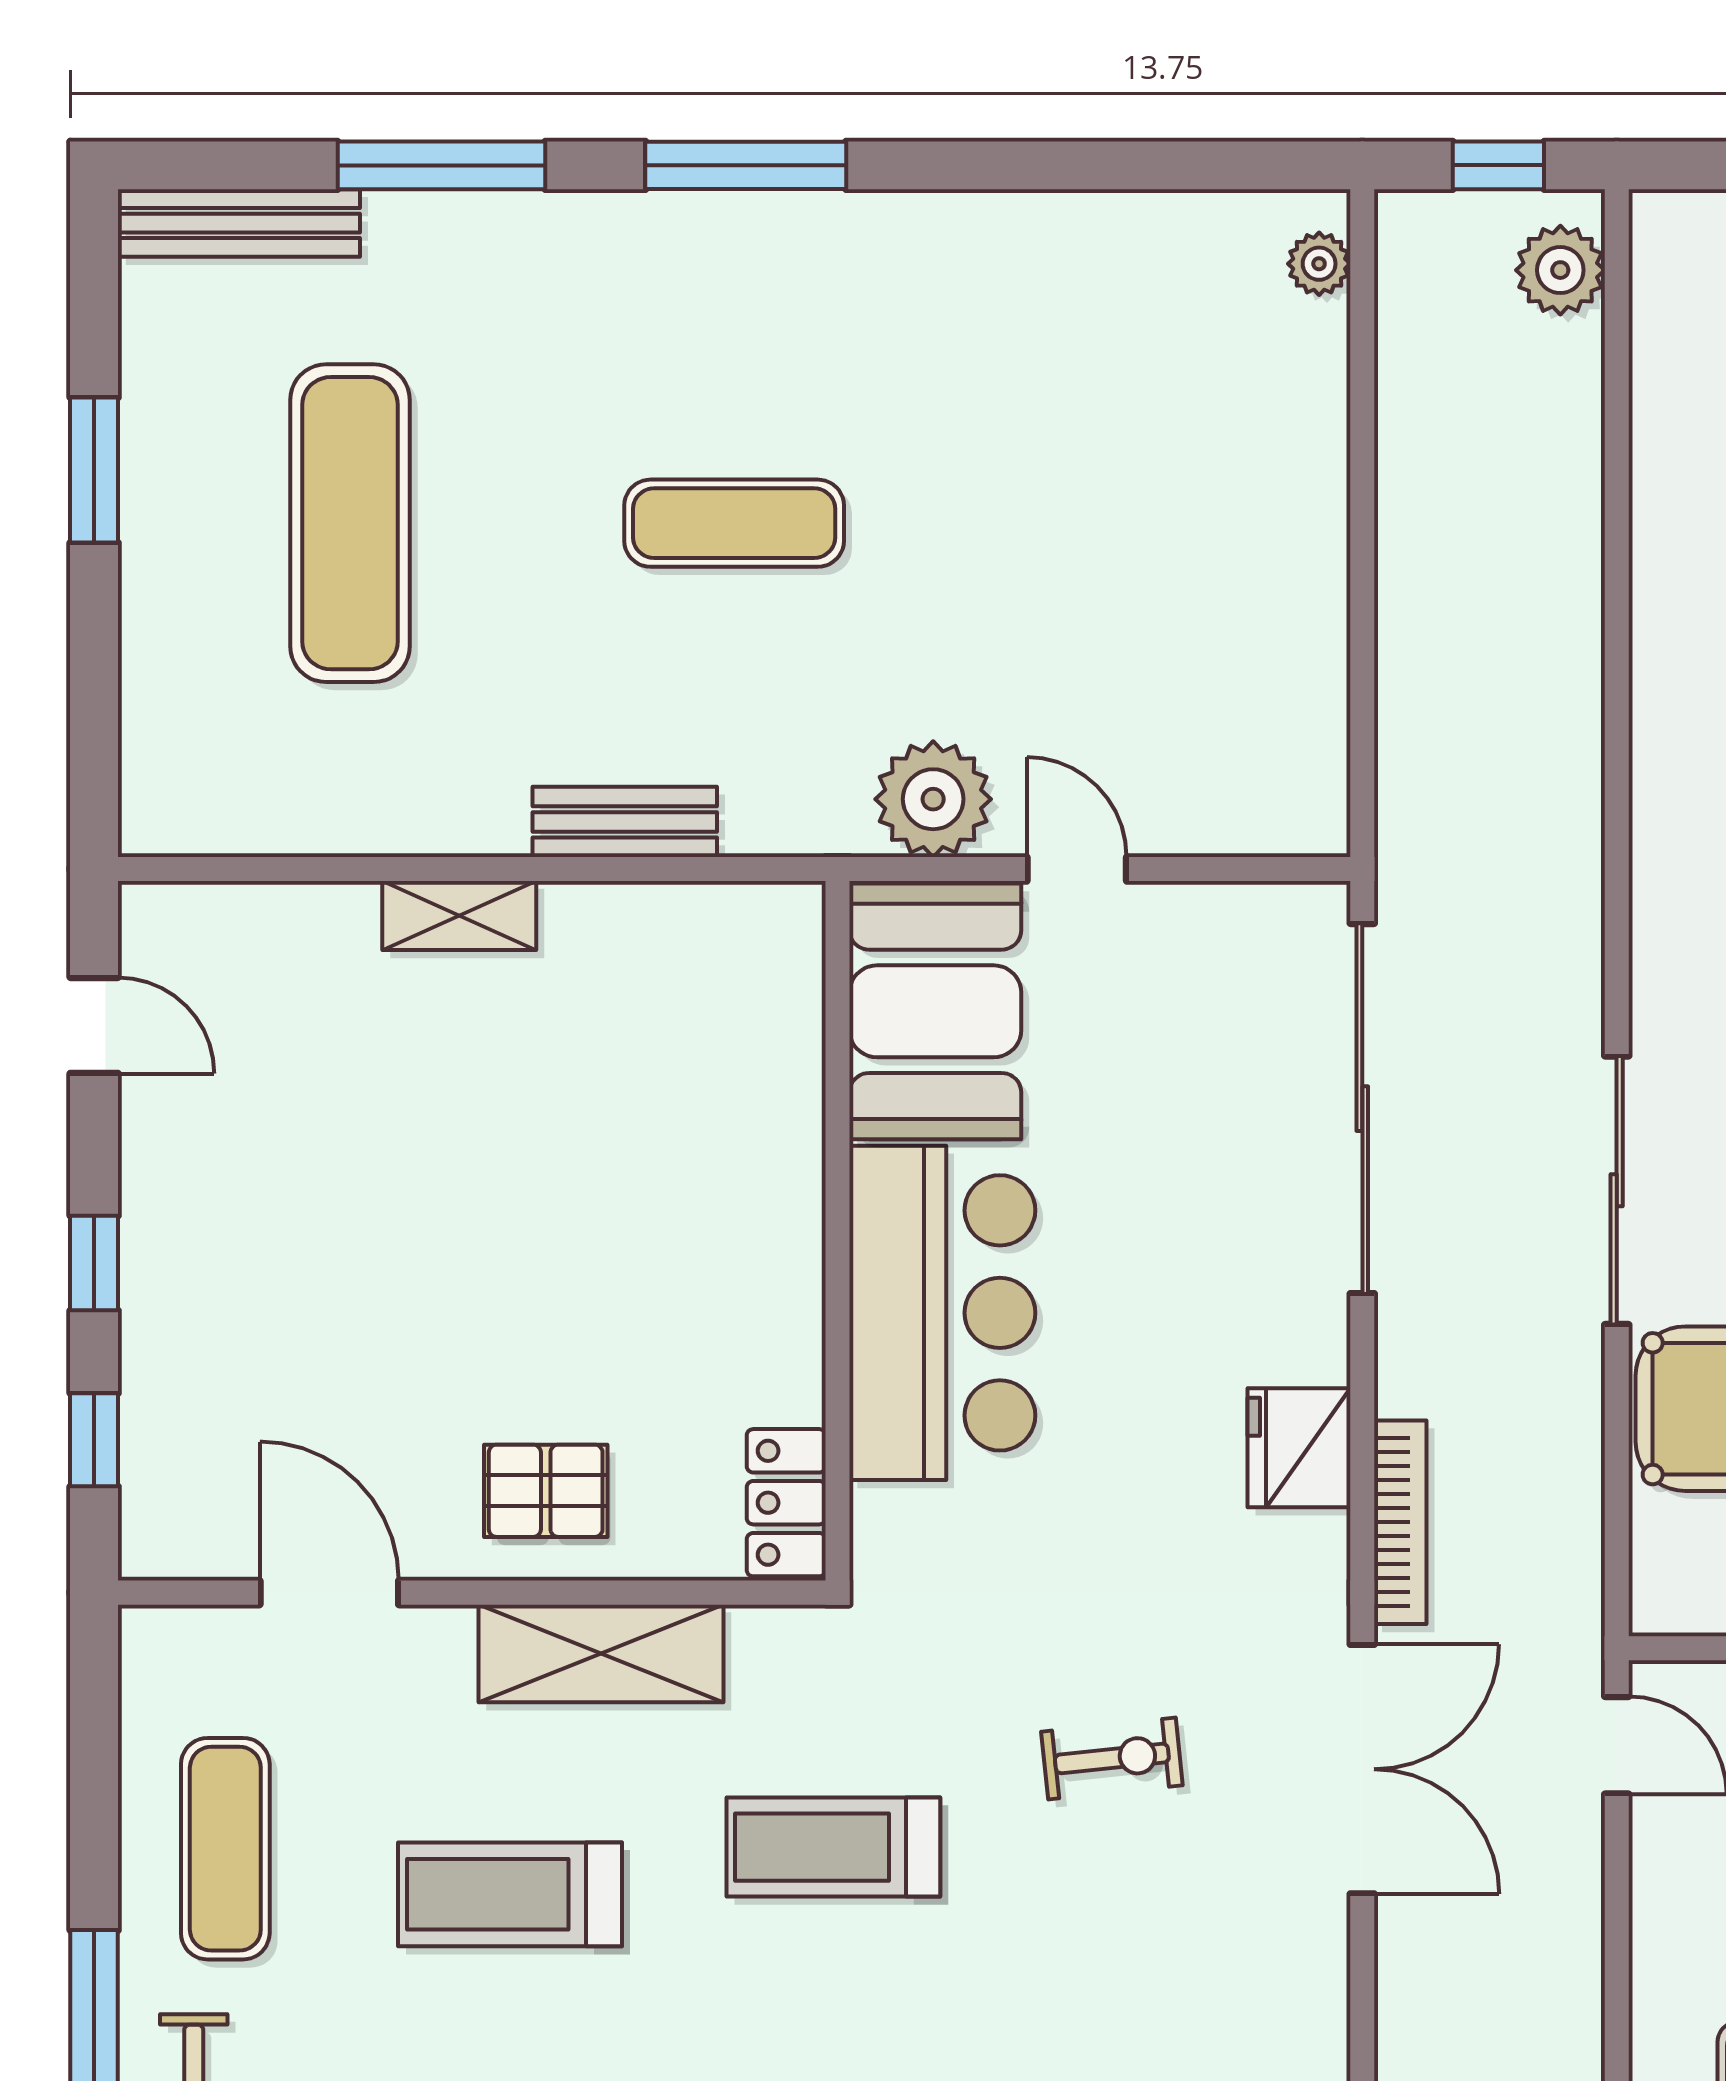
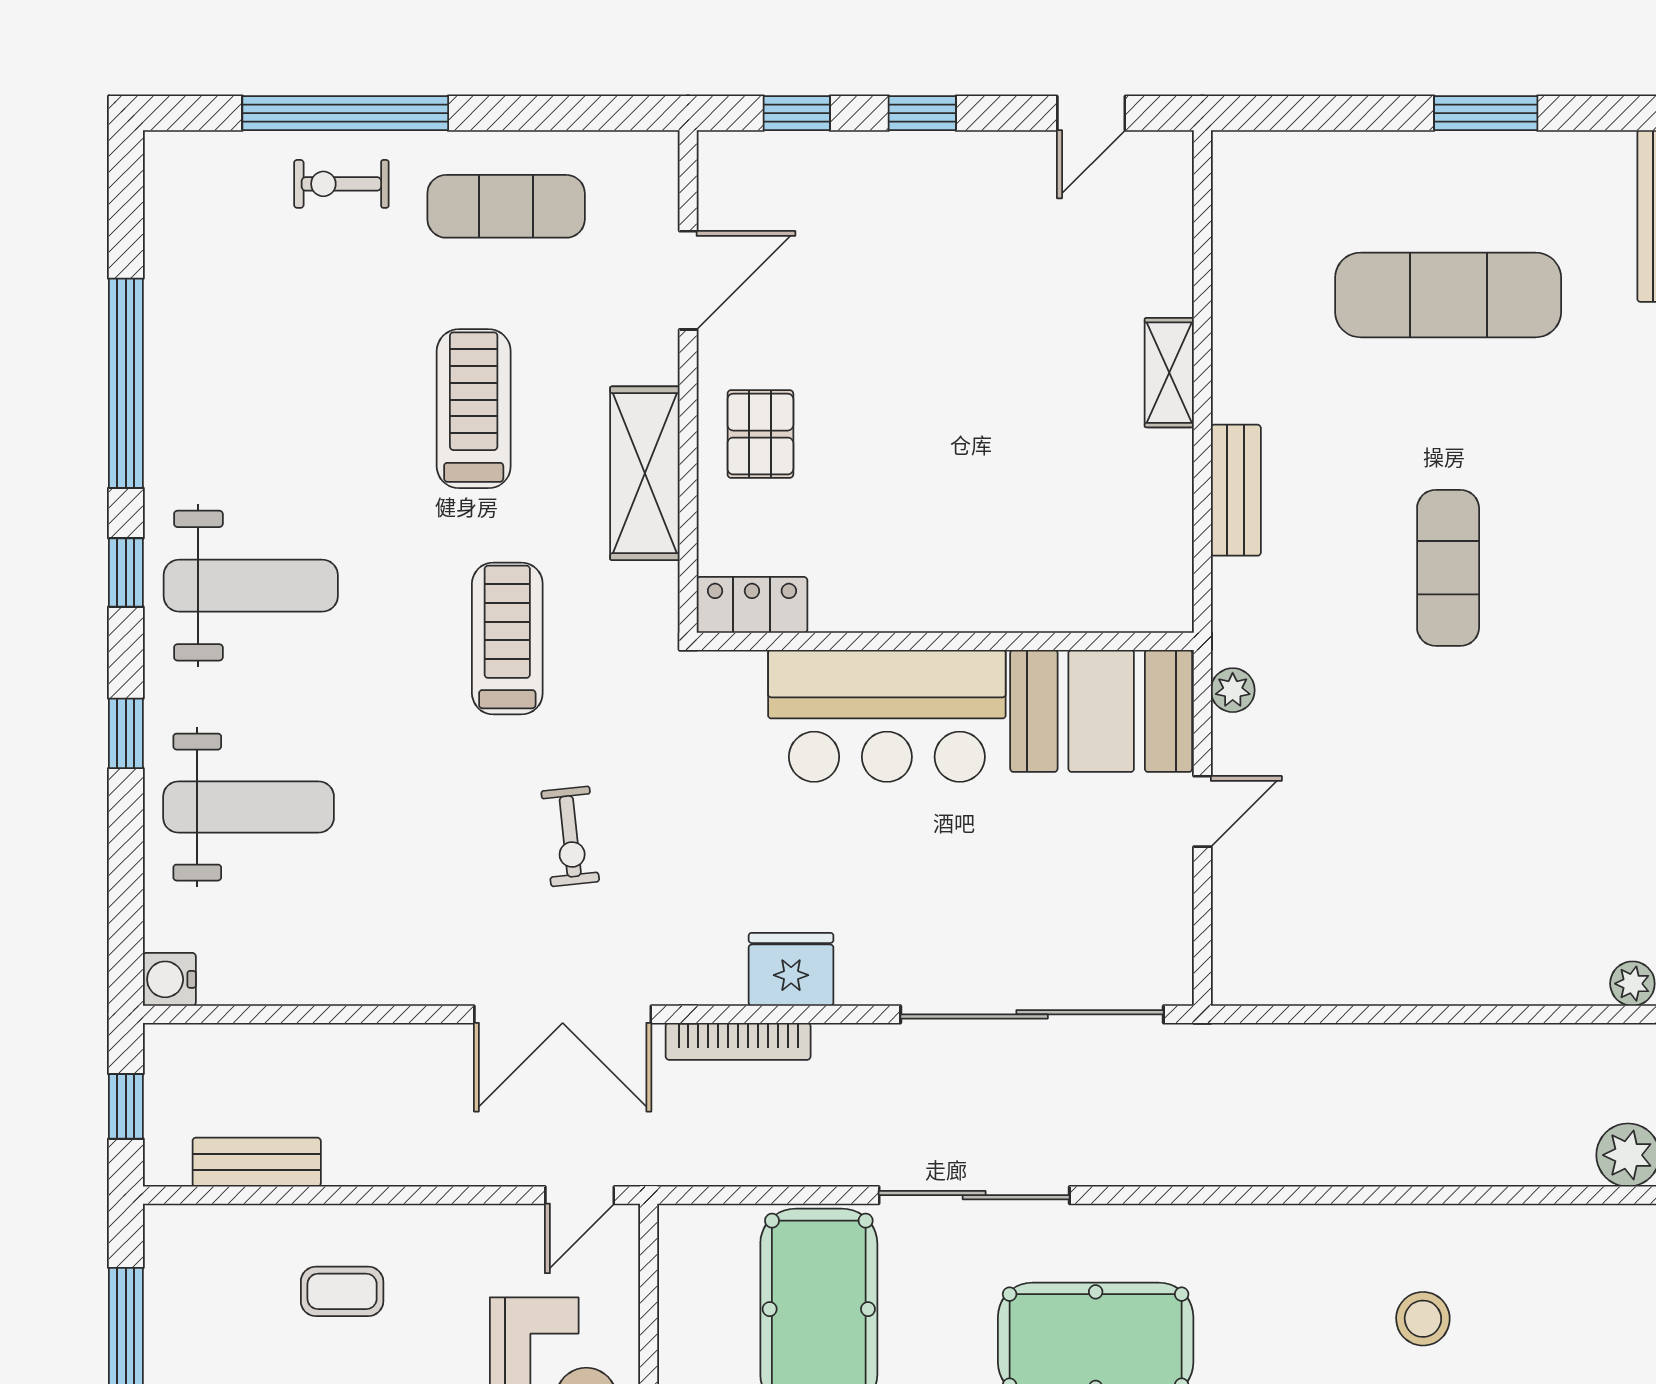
plant: (933, 799) -> (1233, 690), width x0.53, depth x0.53

